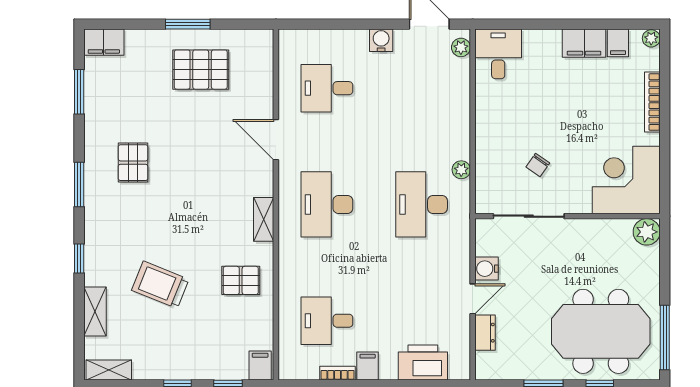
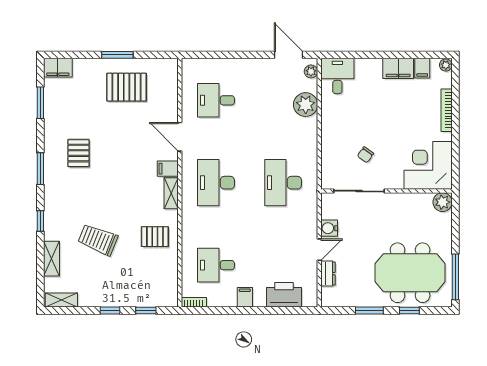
water cooler: (381, 40) -> (254, 66), removed
plant: (461, 170) -> (306, 105), moved, width x1.88, depth x1.88
filing cabinet: (260, 365) -> (168, 169), moved, turned -90
bookcase: (338, 373) -> (194, 302), moved

